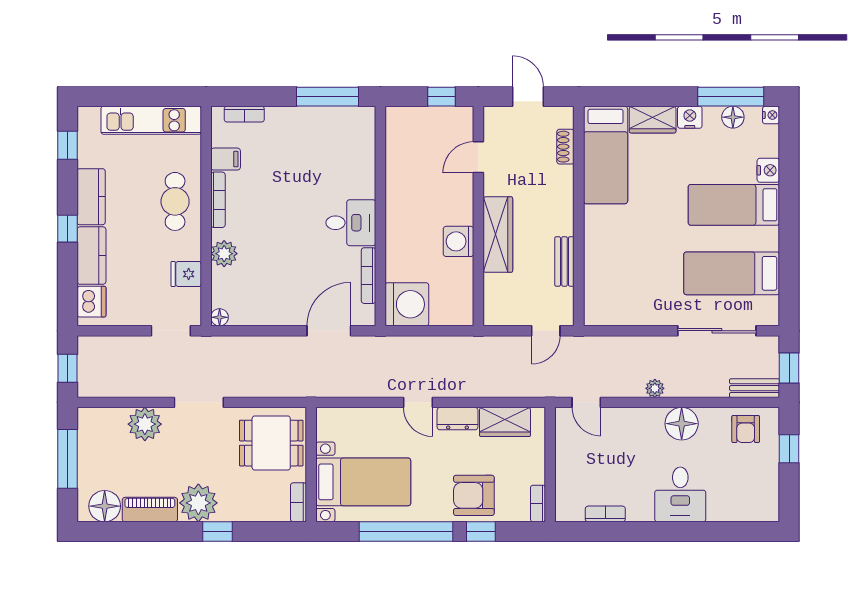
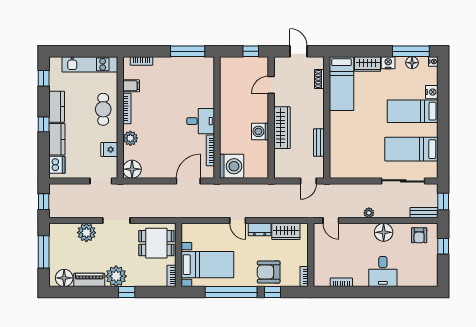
floor lamp: (220, 317) -> (132, 169), width x1.89, depth x1.89

